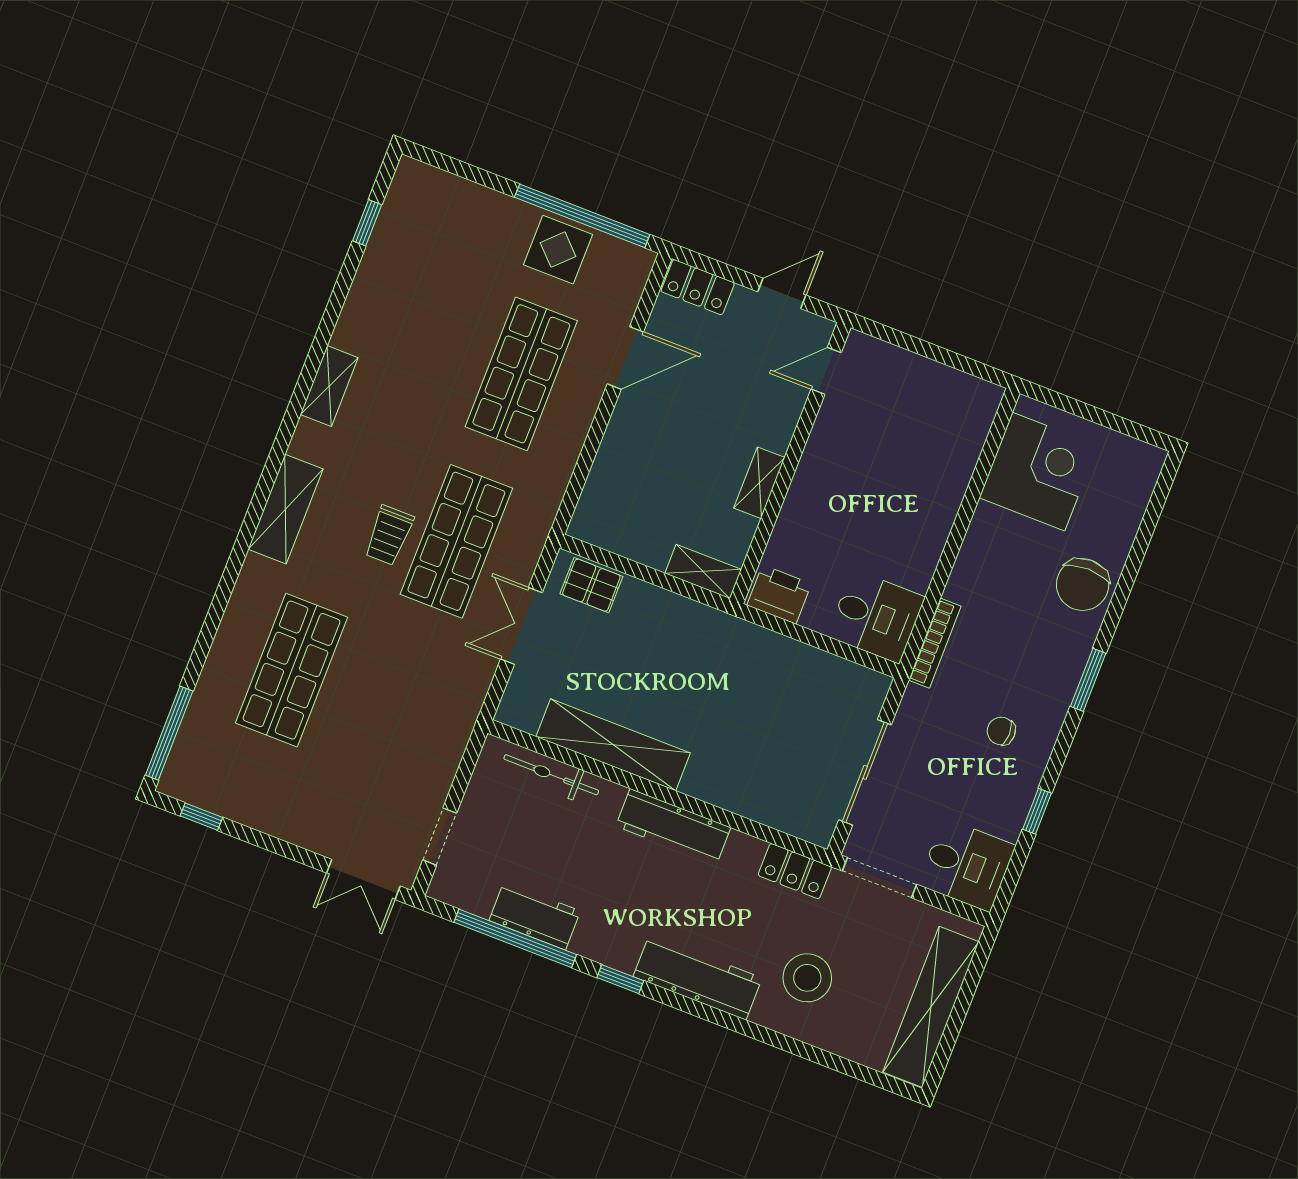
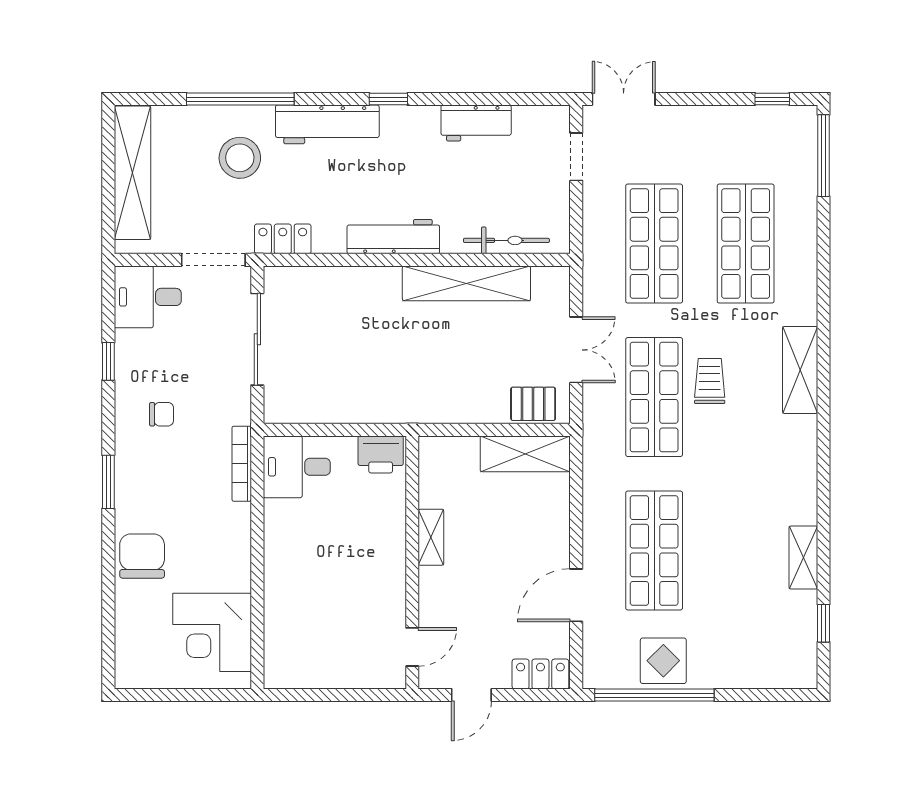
shelving: (329, 386) -> (803, 557), moved
shelving: (703, 571) -> (525, 454), moved, width x1.50, depth x1.33
shop shelf: (391, 709) -> (654, 244), added
window: (515, 938) -> (240, 99), moved

